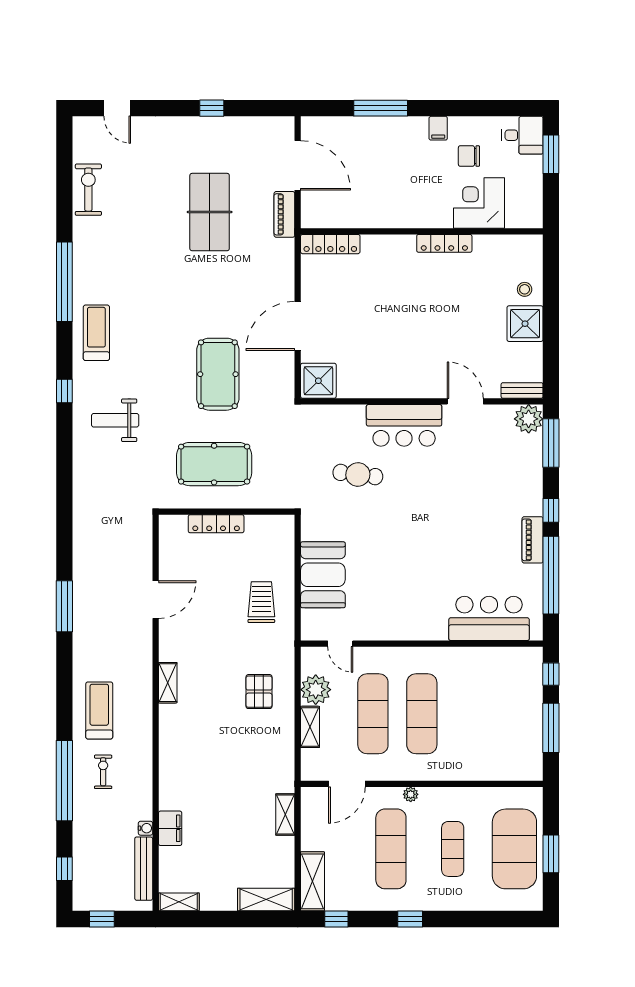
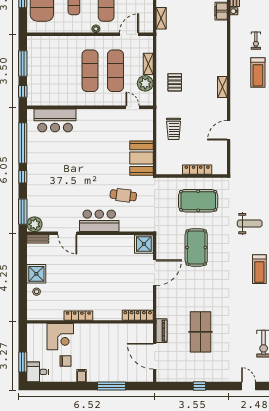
piano: (533, 540) -> (32, 161), removed
booth: (323, 575) -> (142, 158), moved

